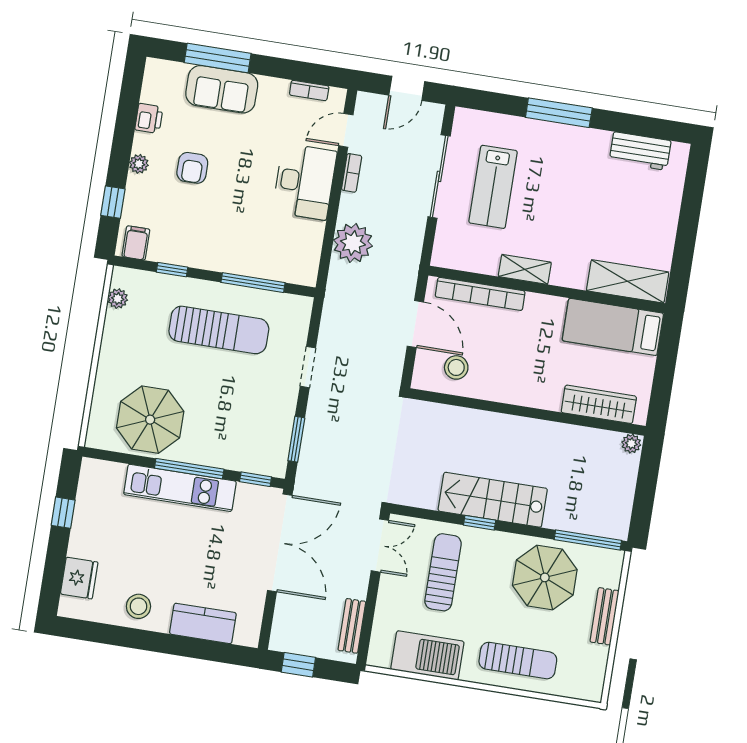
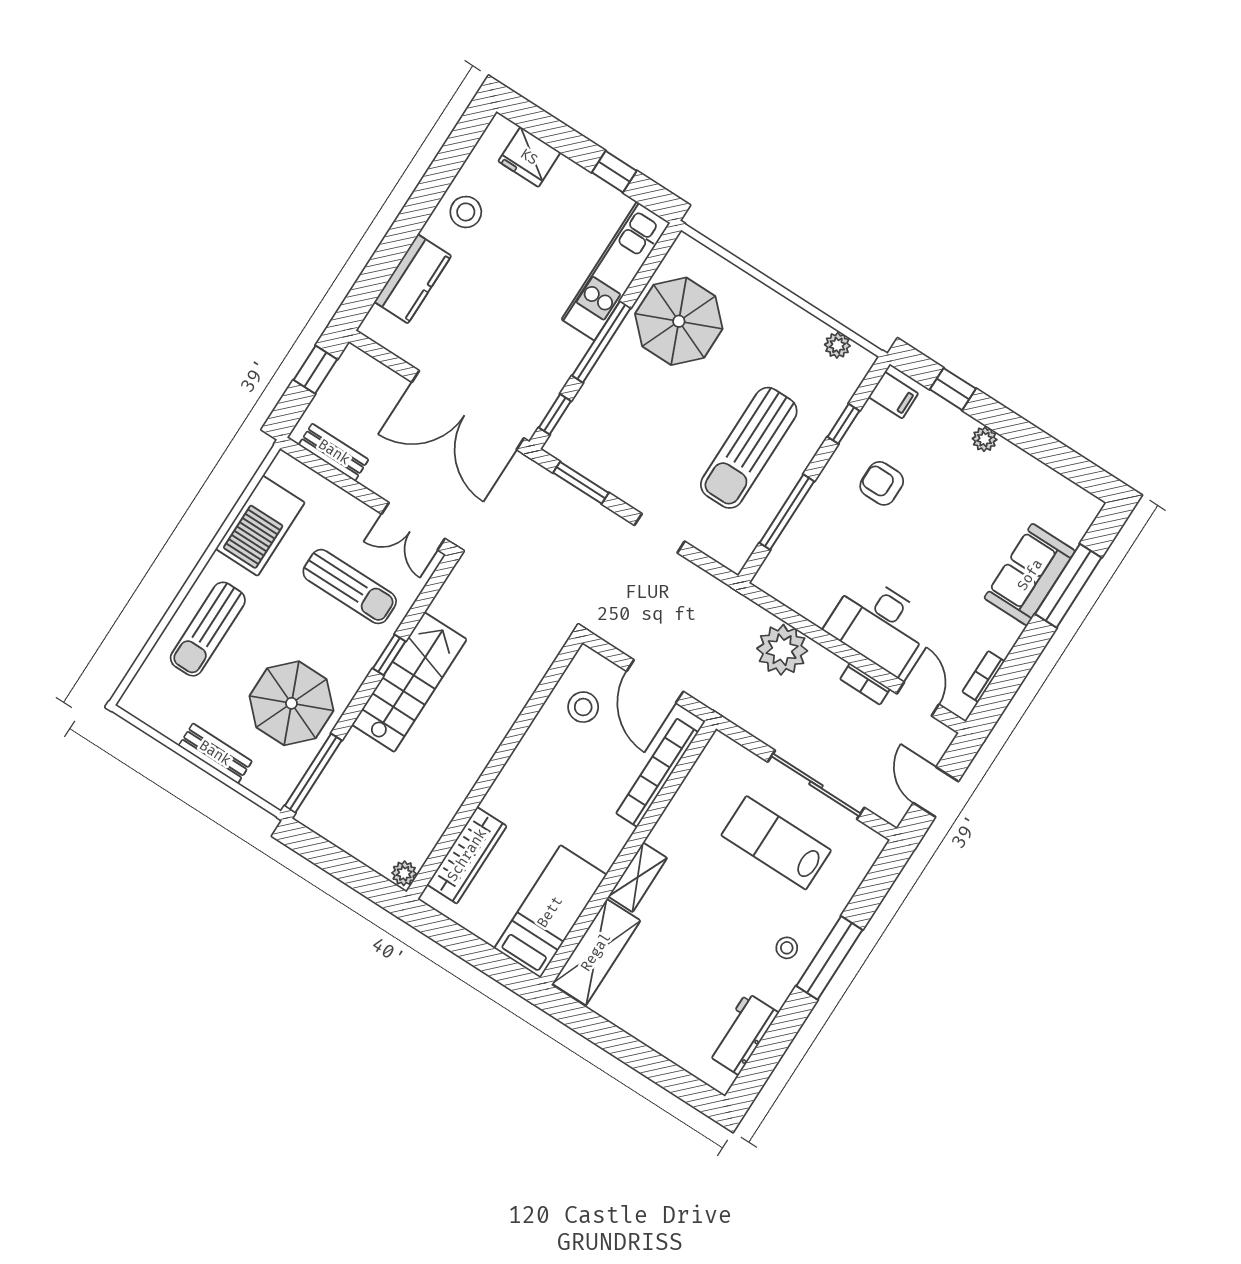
printer: (149, 118) -> (1033, 474), removed
stool: (565, 146) -> (787, 948), added
armchair: (192, 168) -> (882, 483), moved
shelving: (525, 269) -> (638, 877), moved
door: (415, 324) -> (655, 681), hinge flipped
kitchen unit: (180, 488) -> (616, 271), moved

